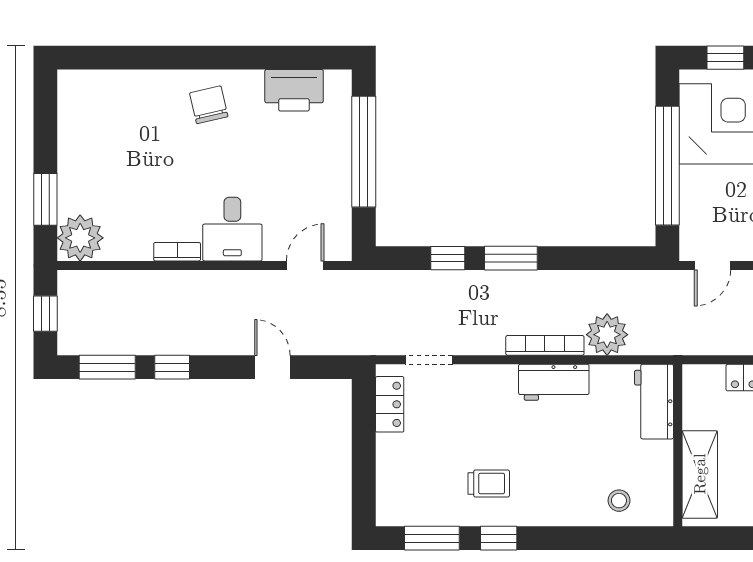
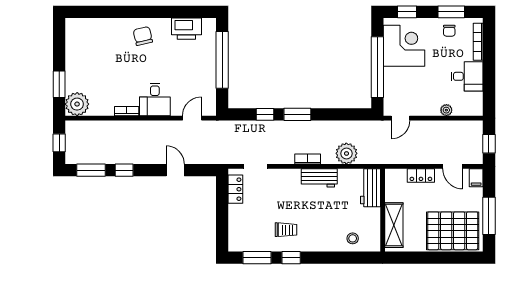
bookcase: (545, 345) -> (308, 159), width x0.64

